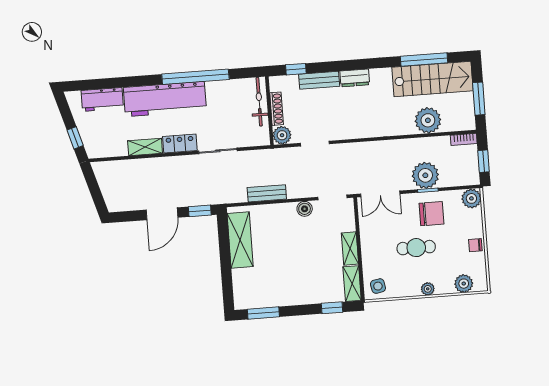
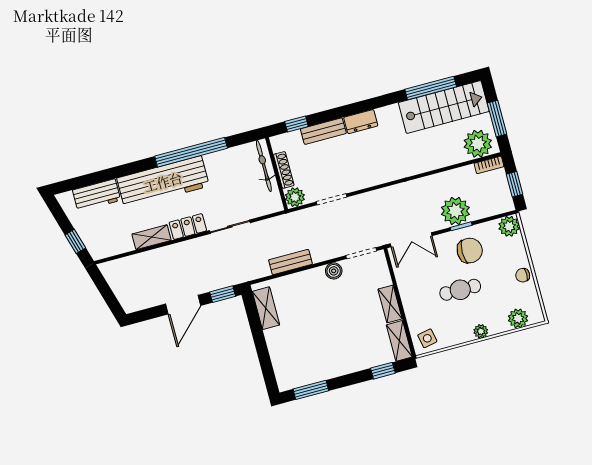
plant: (428, 120) -> (478, 144), moved
shelving: (240, 240) -> (266, 308), width x0.67, depth x0.75

